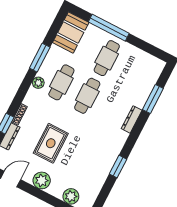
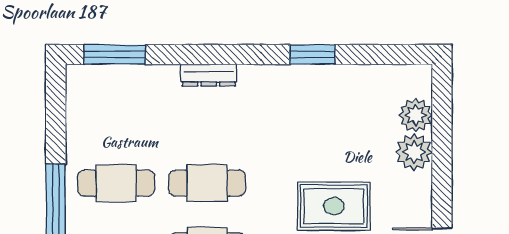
window: (153, 99) -> (115, 55), moved
plant: (42, 180) -> (414, 152), moved

